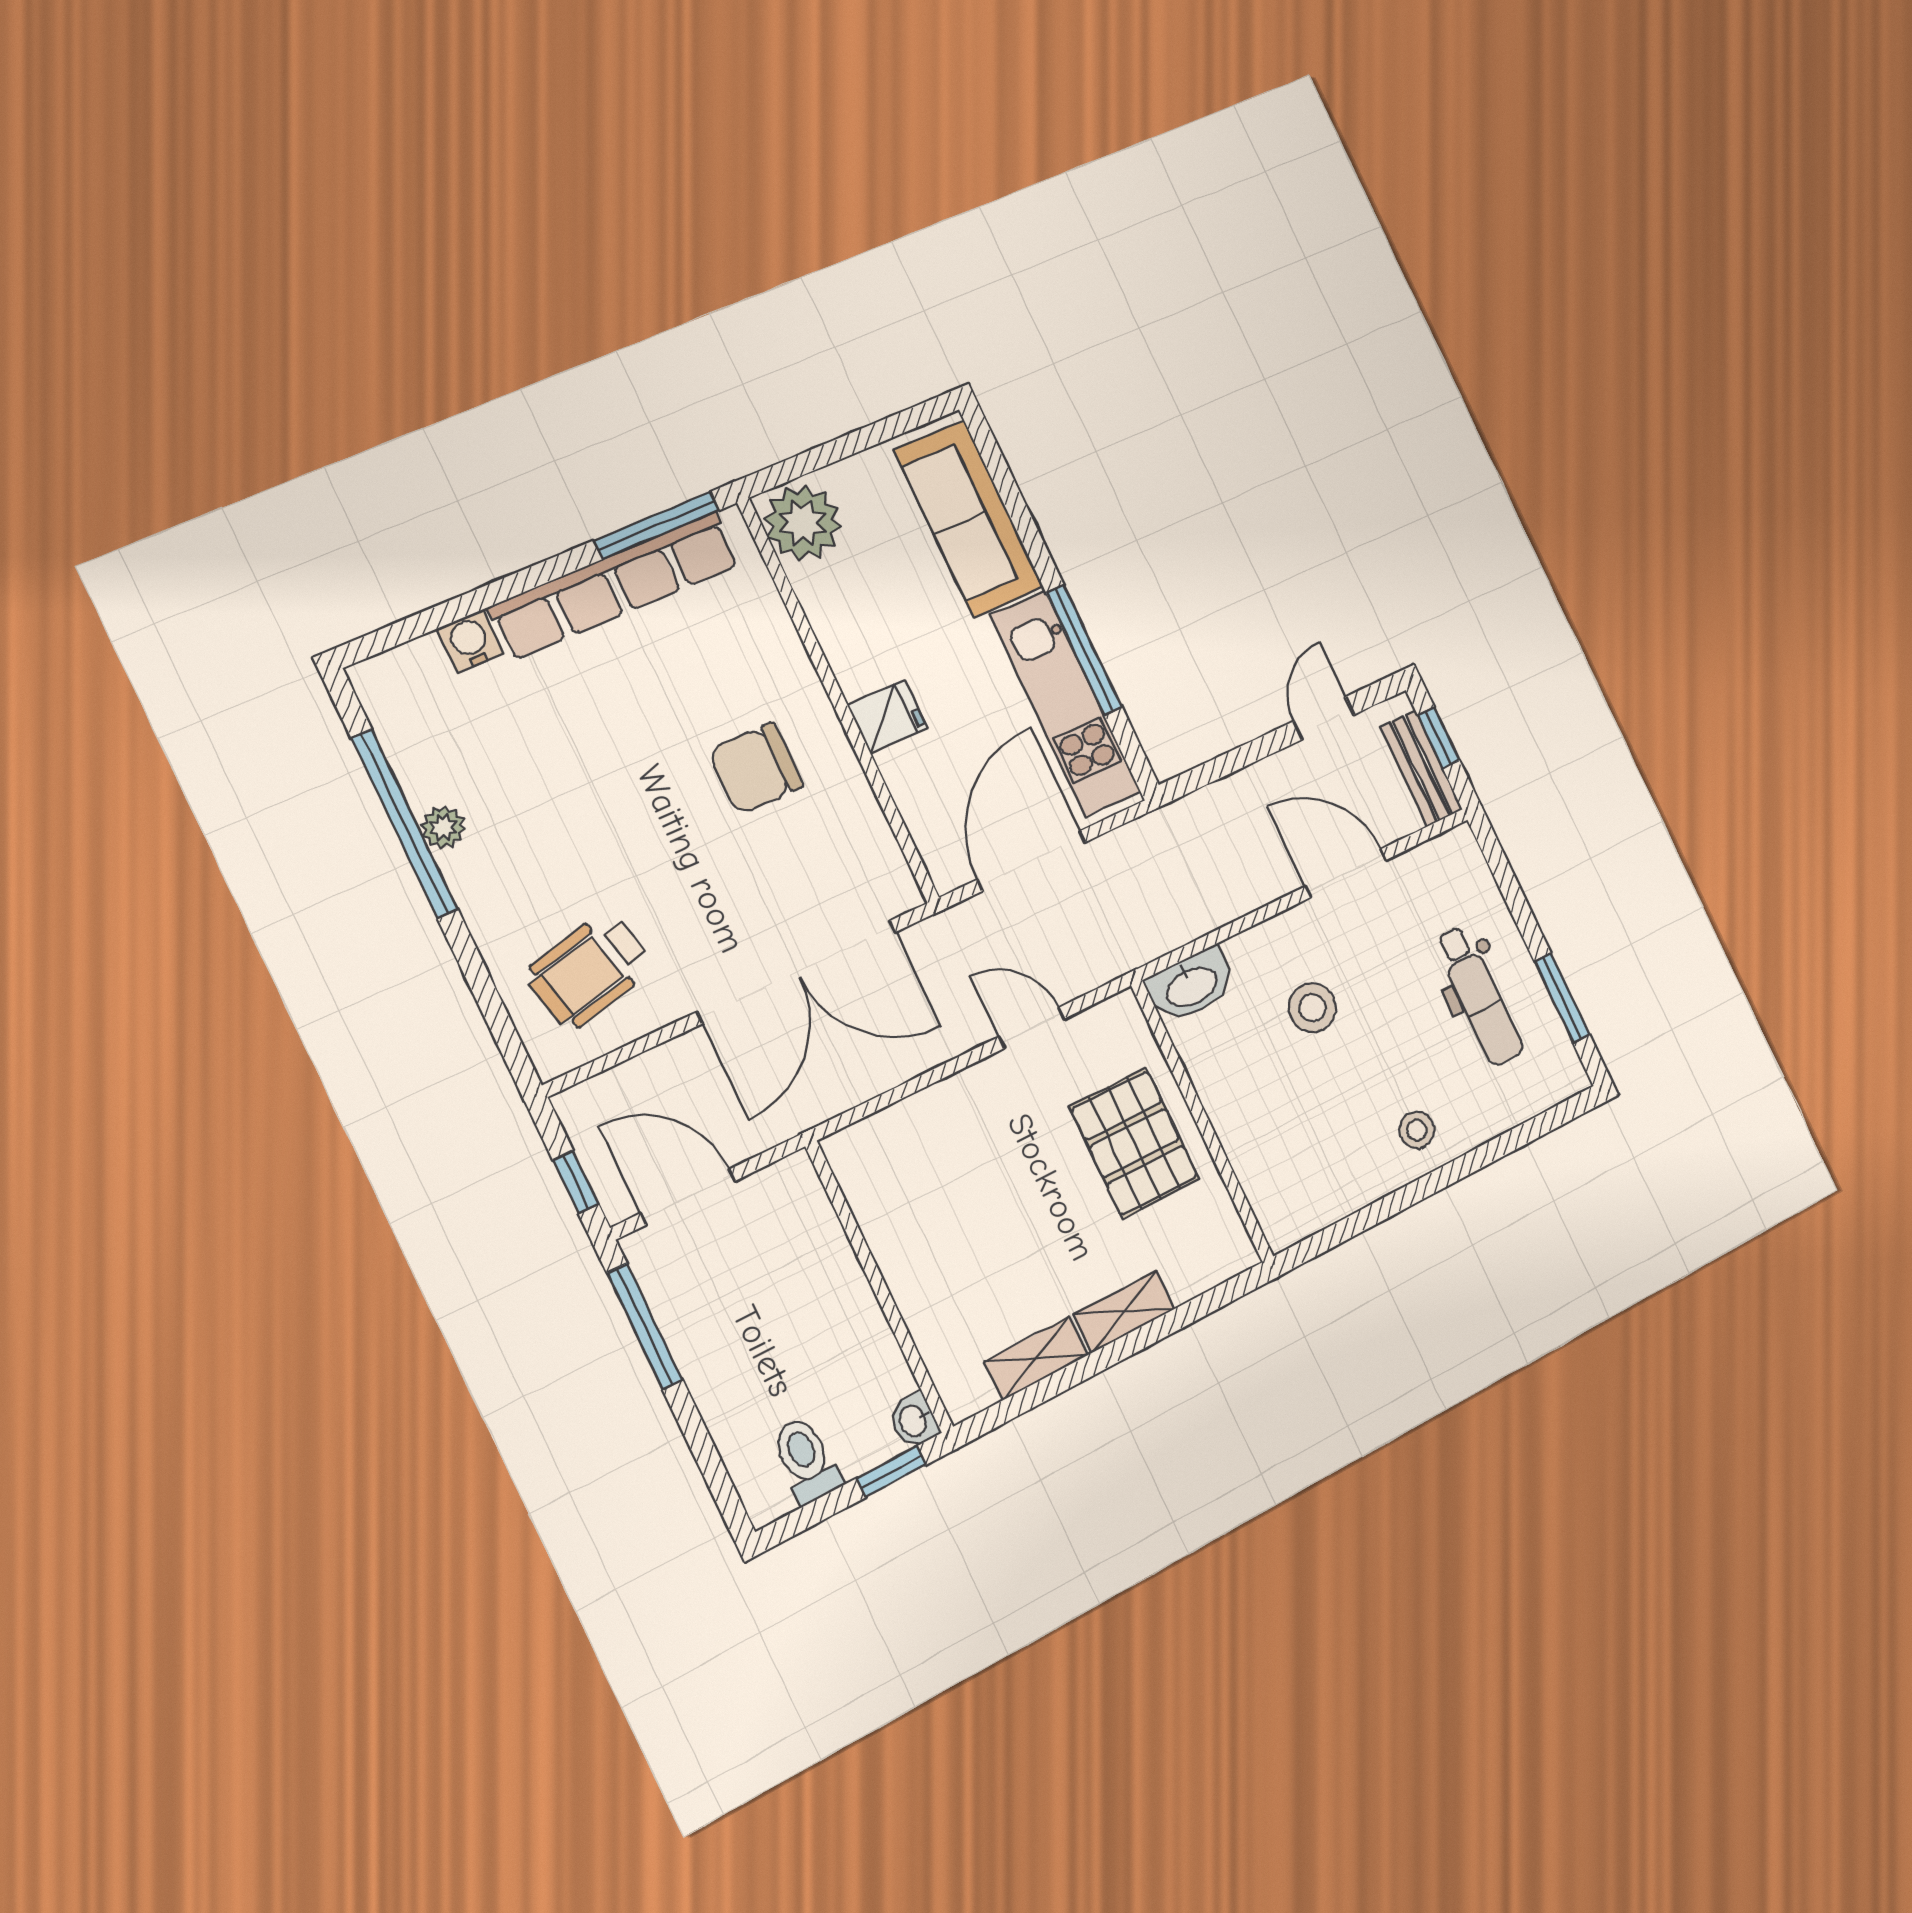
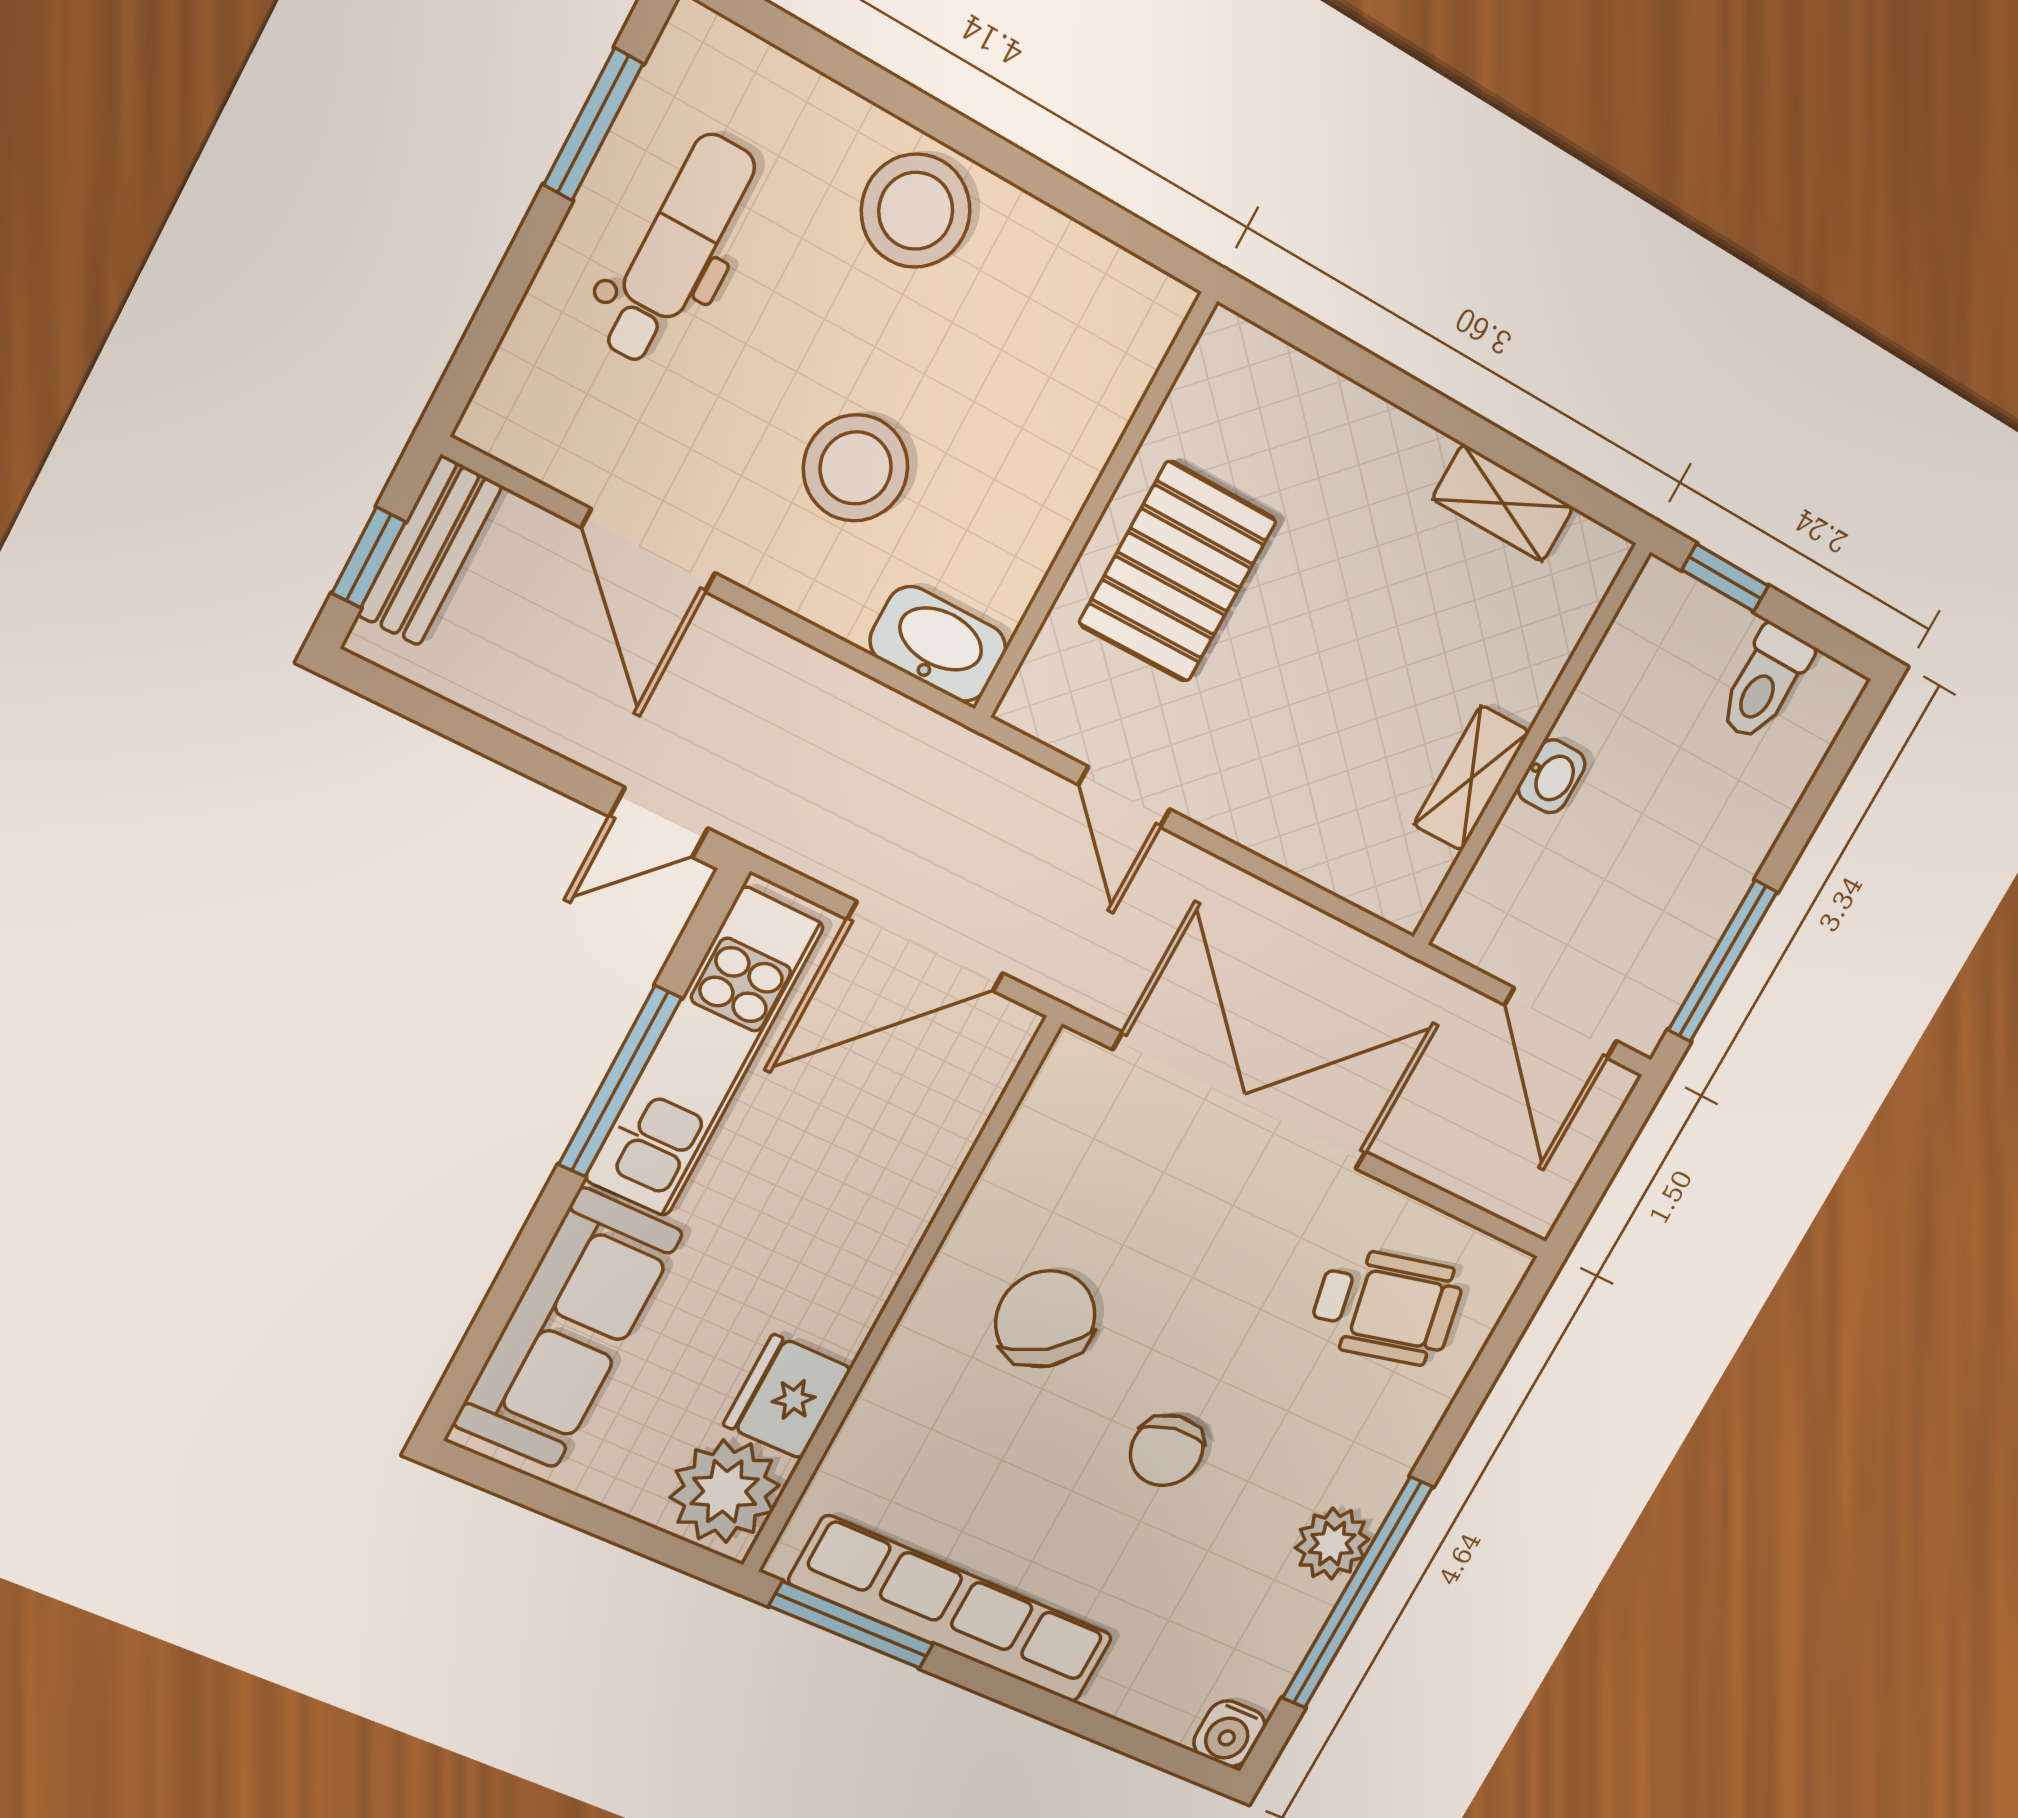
water cooler: (470, 641) -> (1229, 1734), moved
fridge: (887, 717) -> (787, 1397), moved, width x1.38
door: (1324, 718) -> (659, 822), moved
chair: (756, 768) -> (1045, 1319), turned -124
chair: (609, 778) -> (1167, 1450), added
plant: (443, 827) -> (1332, 1544), width x1.38, depth x1.38
stool: (1312, 1008) -> (856, 468), width x1.38, depth x1.38
stool: (1417, 1130) -> (916, 211), width x1.89, depth x1.89
window: (576, 1182) -> (1616, 1146), removed
shelving: (1124, 1312) -> (1472, 778), moved, turned 90
washbasin: (914, 1420) -> (1552, 776), moved

